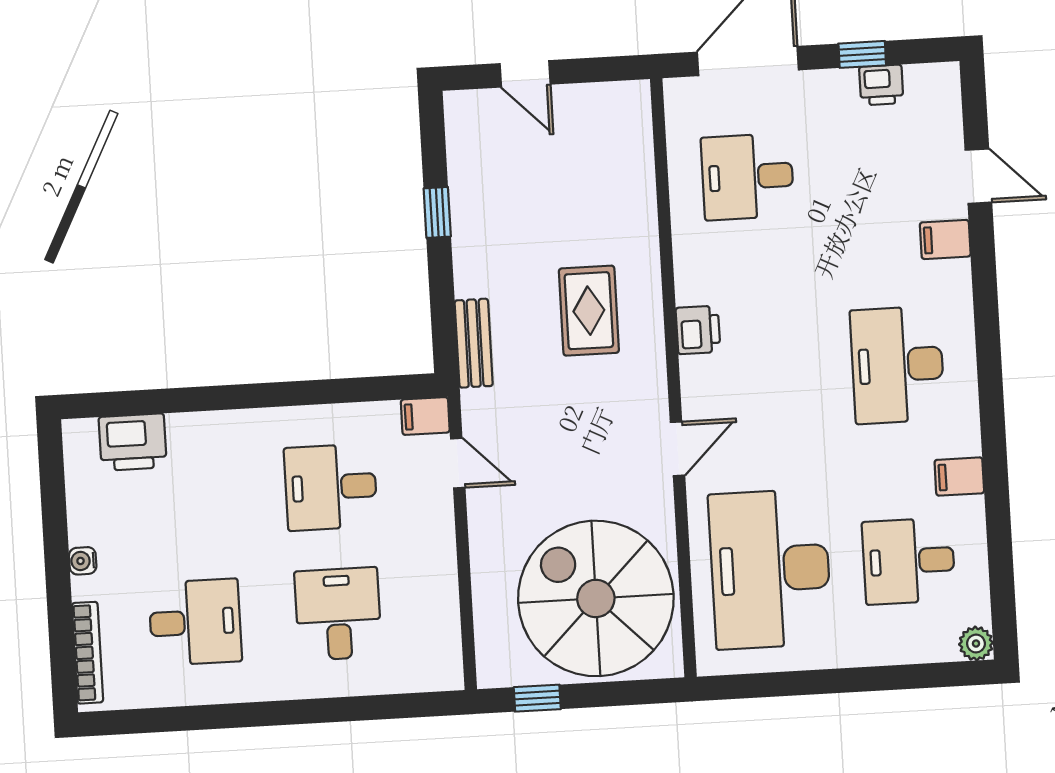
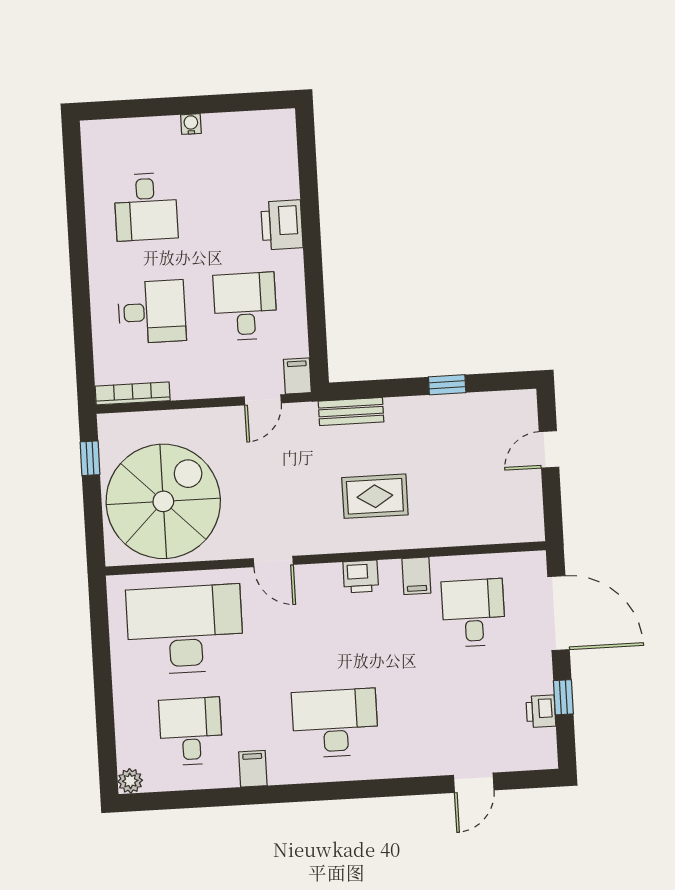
filing cabinet: (945, 239) -> (416, 576), moved, turned 180
printer: (133, 442) -> (282, 225), moved
bookcase: (87, 653) -> (133, 393), moved, turned 180

